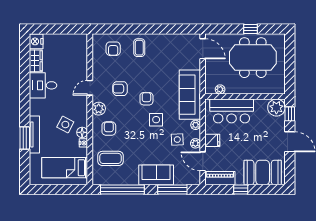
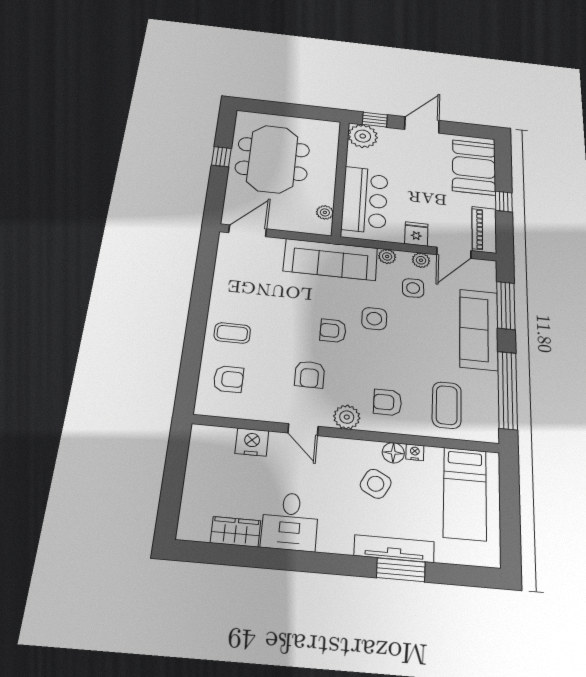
nightstand: (36, 41) -> (252, 442), moved, turned 180
sofa: (156, 175) -> (479, 329), width x1.36

